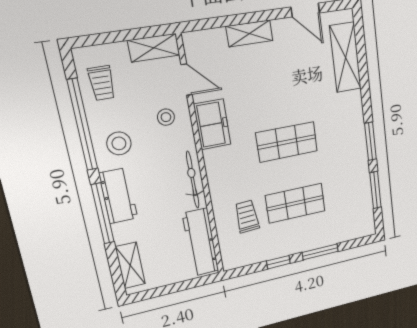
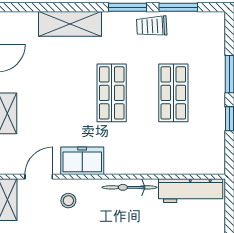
shelving: (345, 57) -> (70, 24), moved
trolley: (247, 216) -> (152, 26), moved

